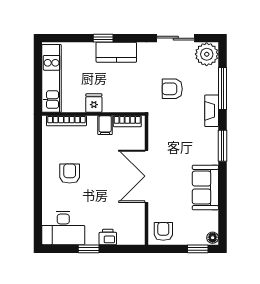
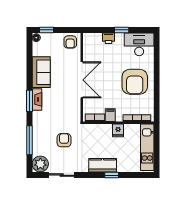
armchair: (172, 89) -> (64, 140), turned -90
fireplace: (212, 111) -> (37, 99), moved
armchair: (70, 174) -> (135, 82), width x1.88, depth x1.88

